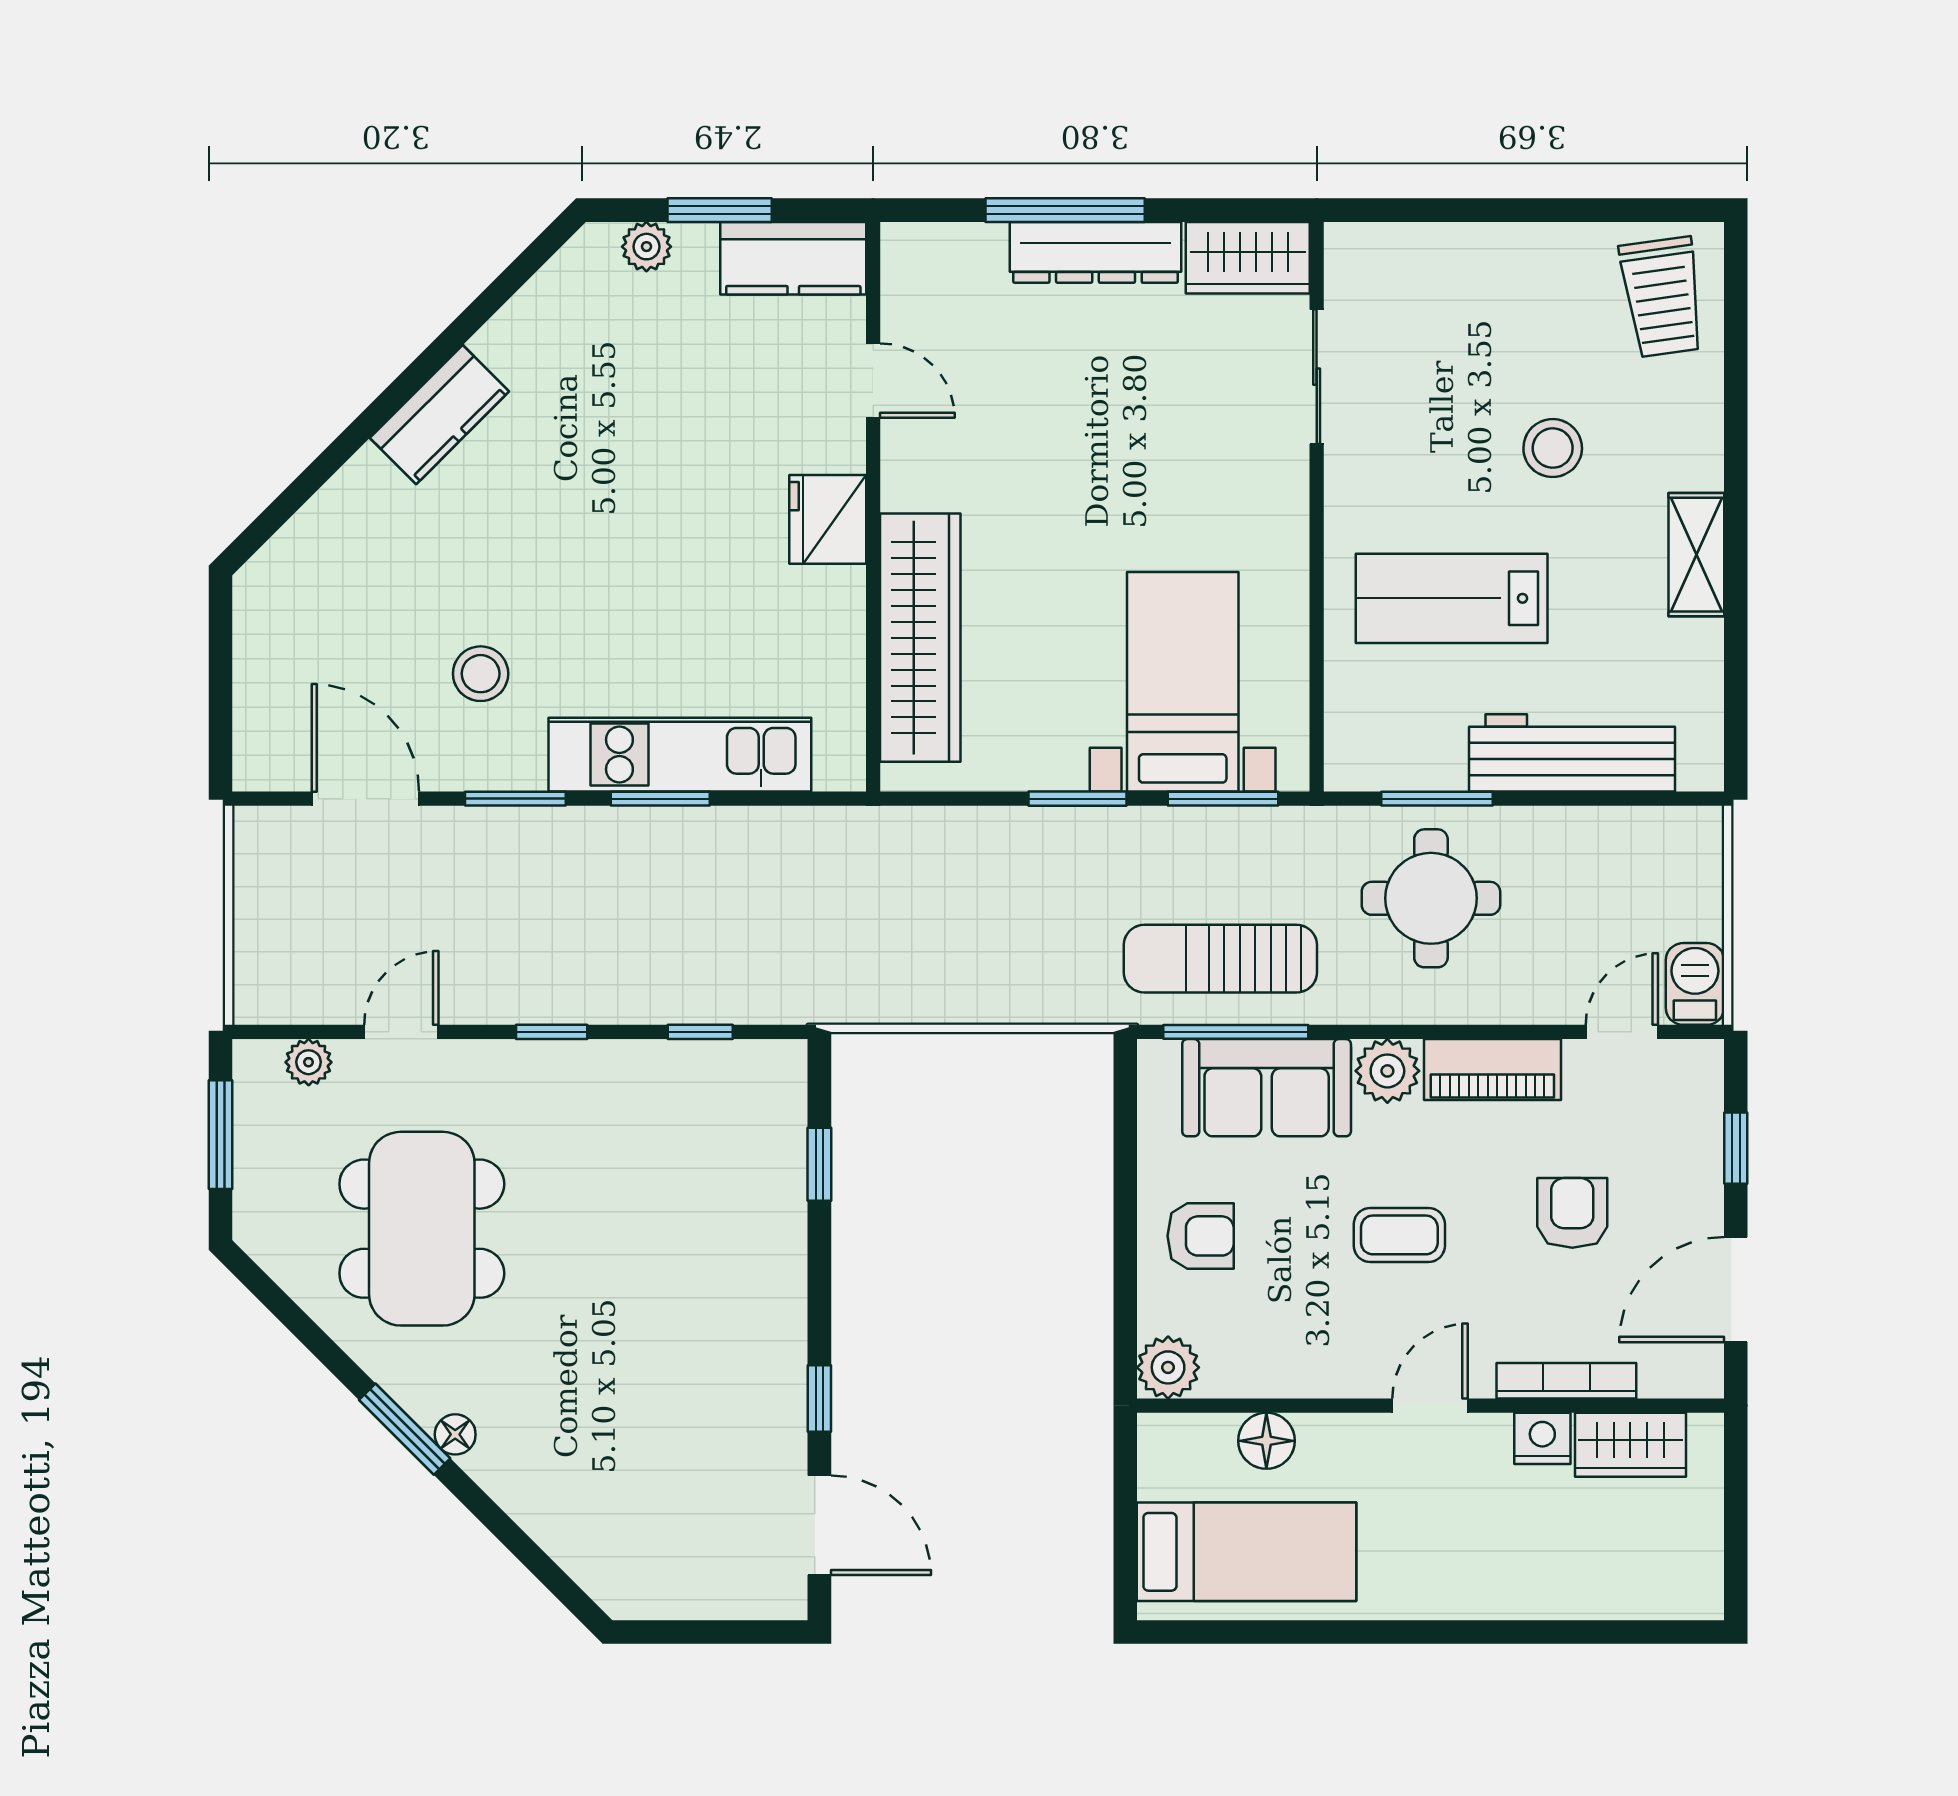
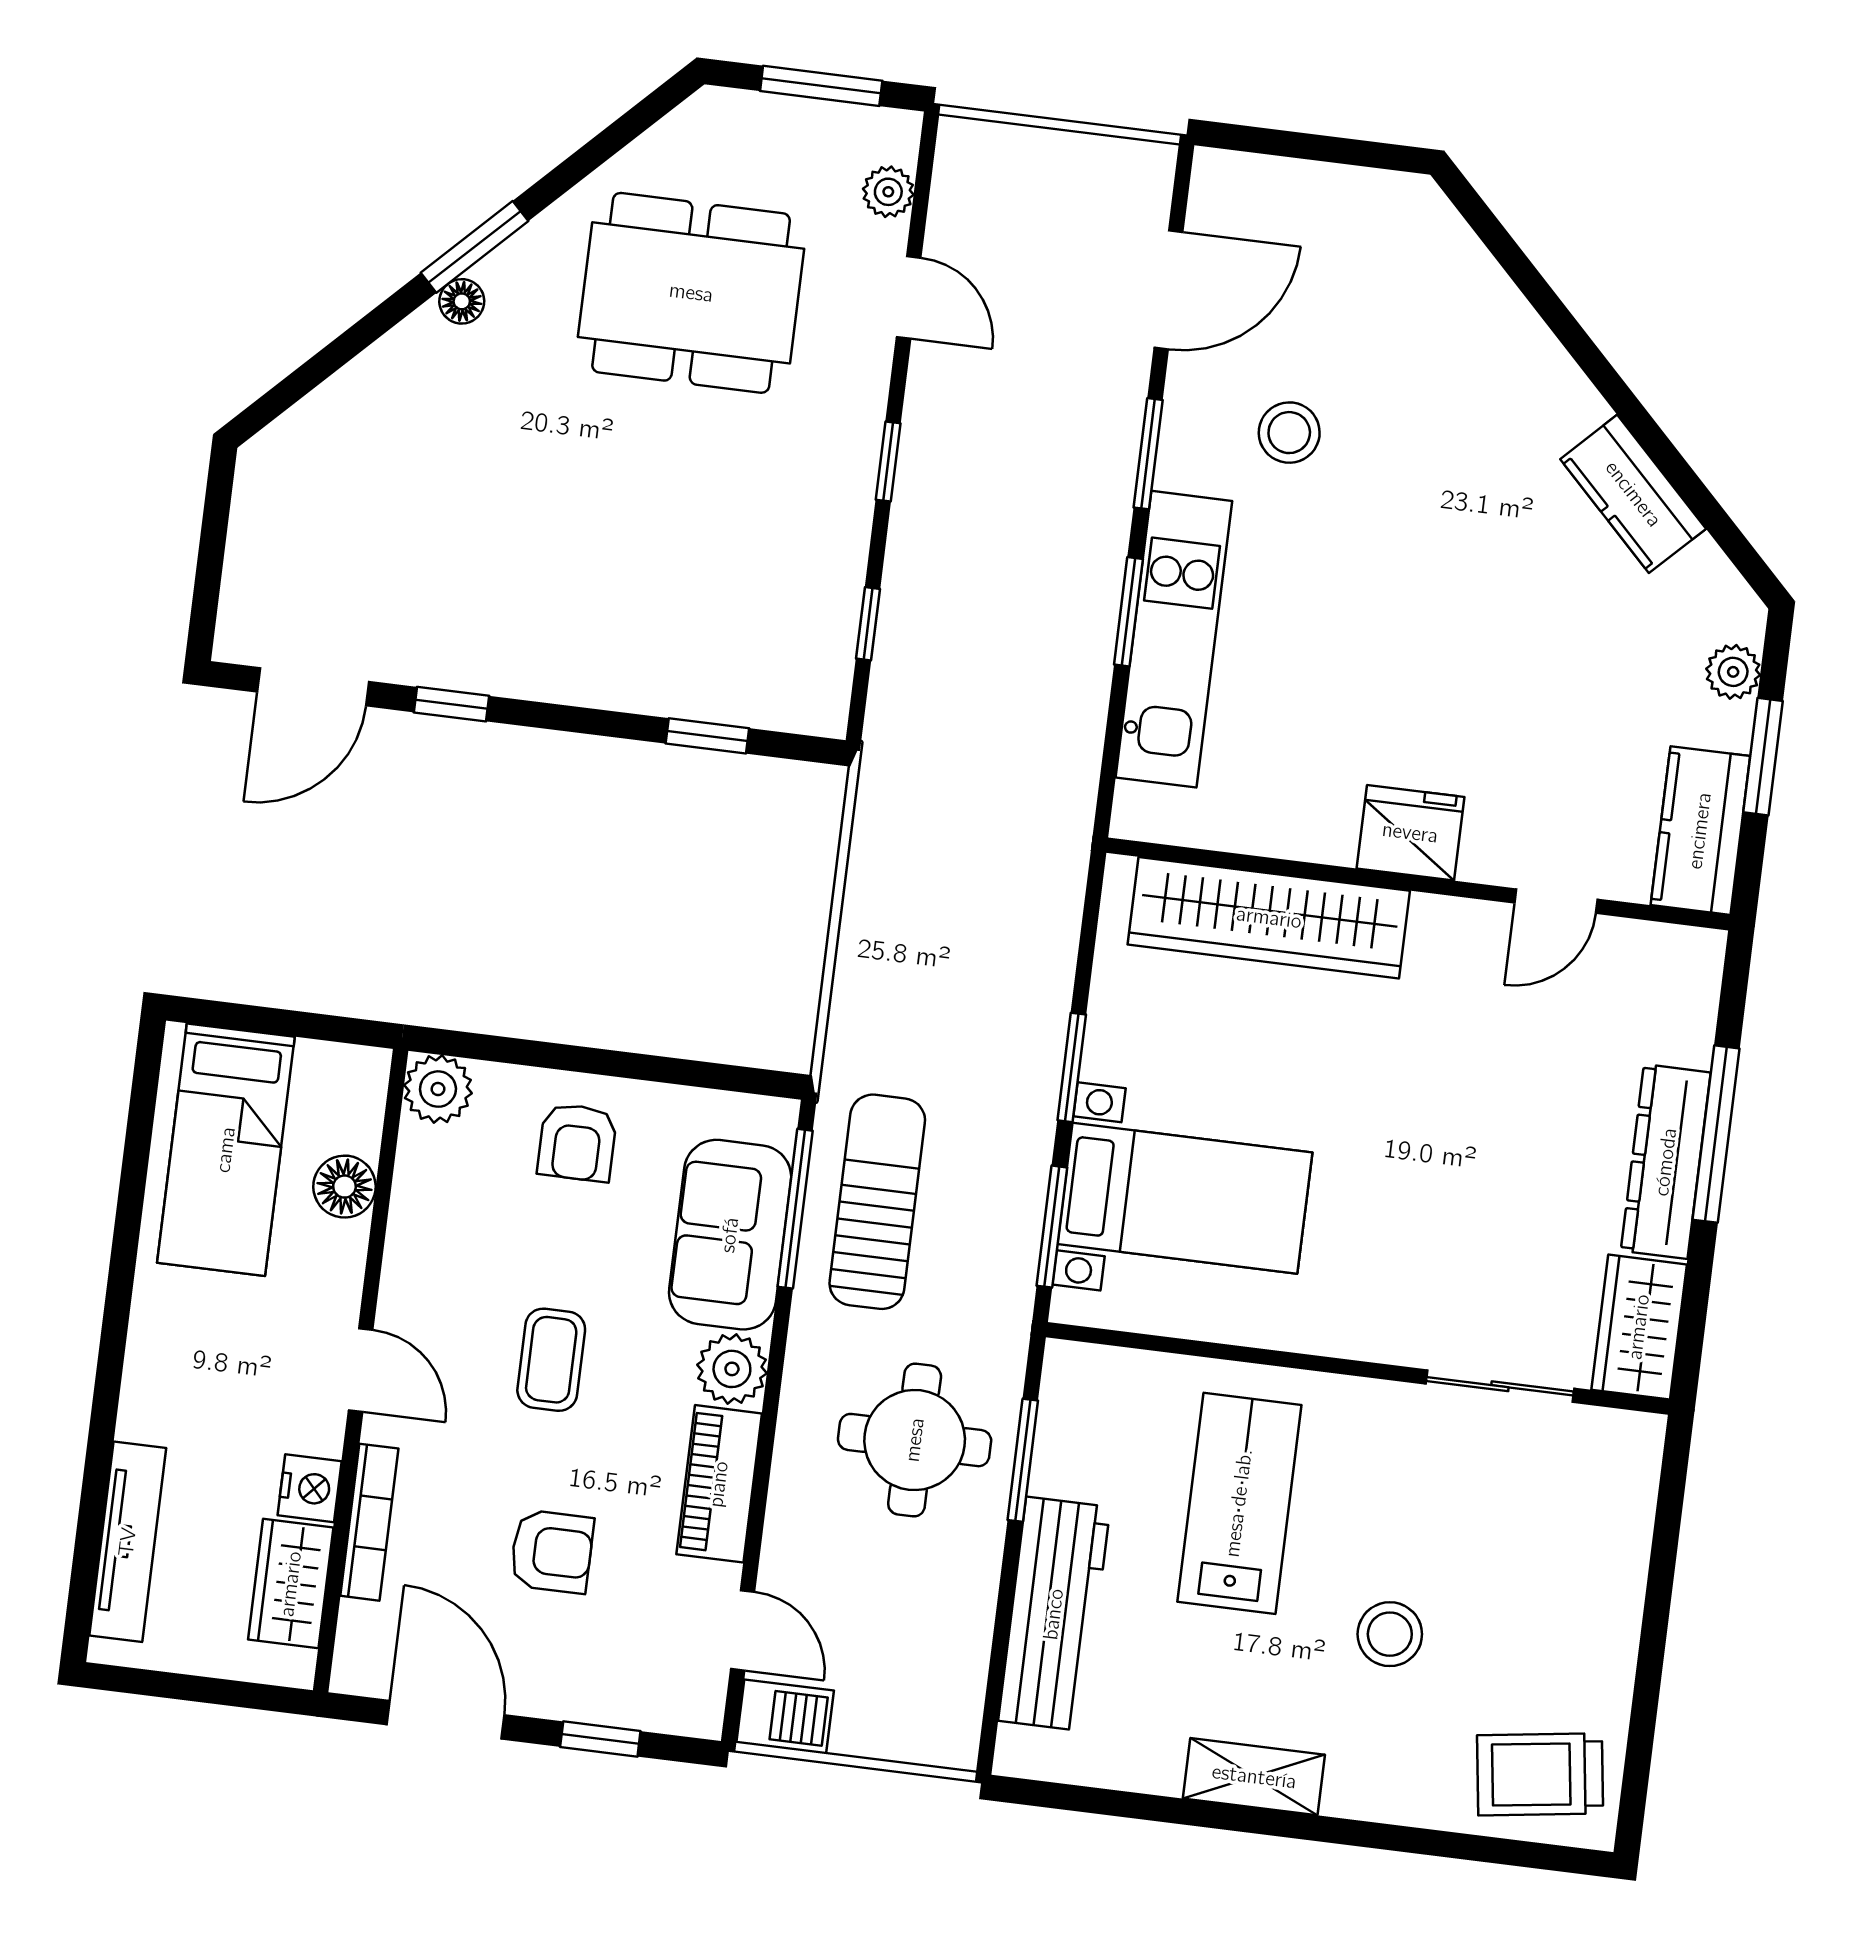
kitchen counter: (439, 415) -> (1633, 494), moved
tv unit: (1611, 1596) -> (128, 1542), added

